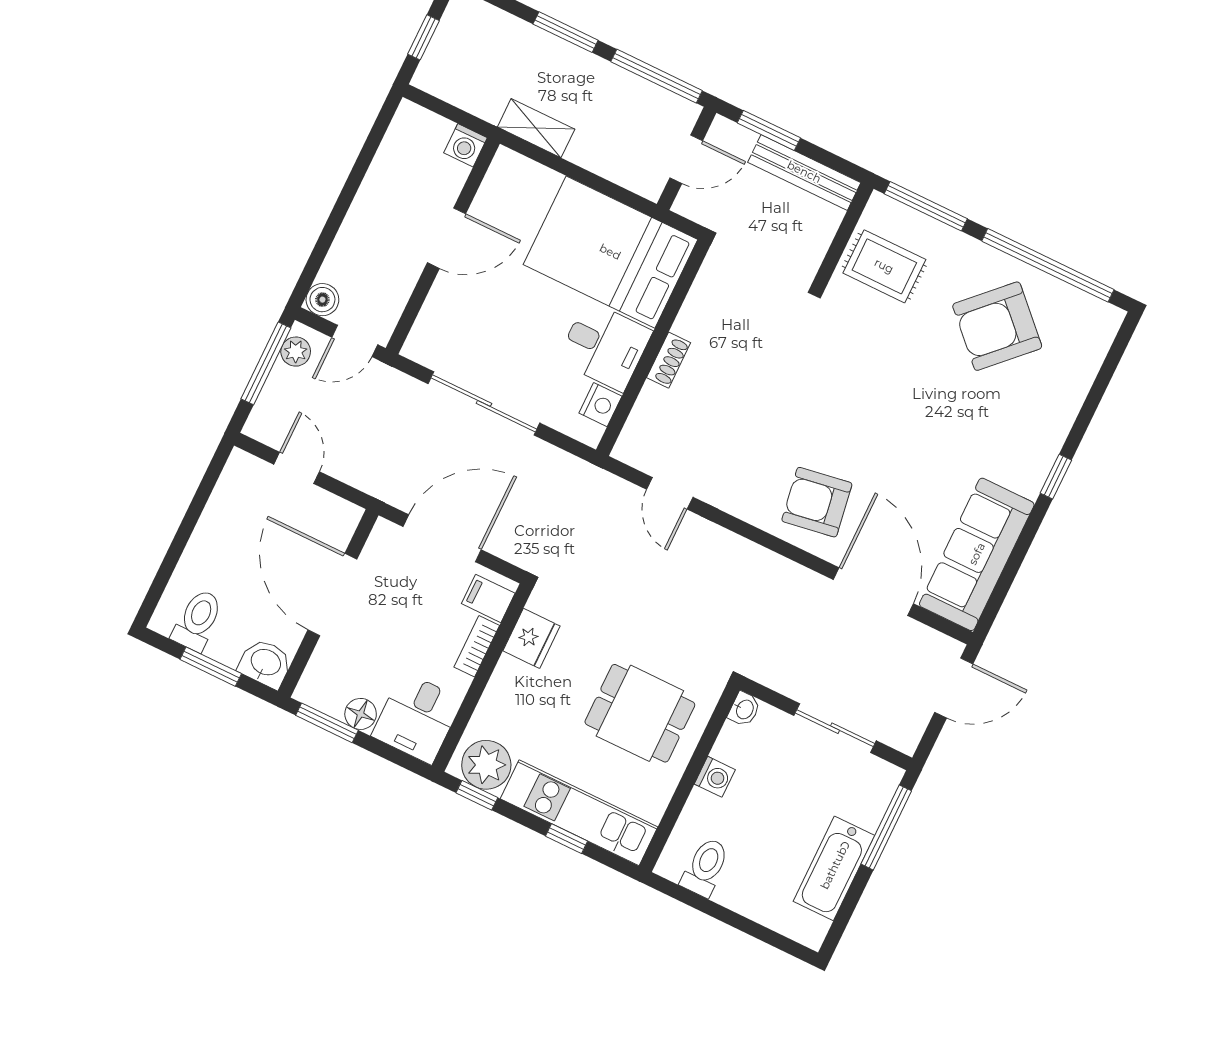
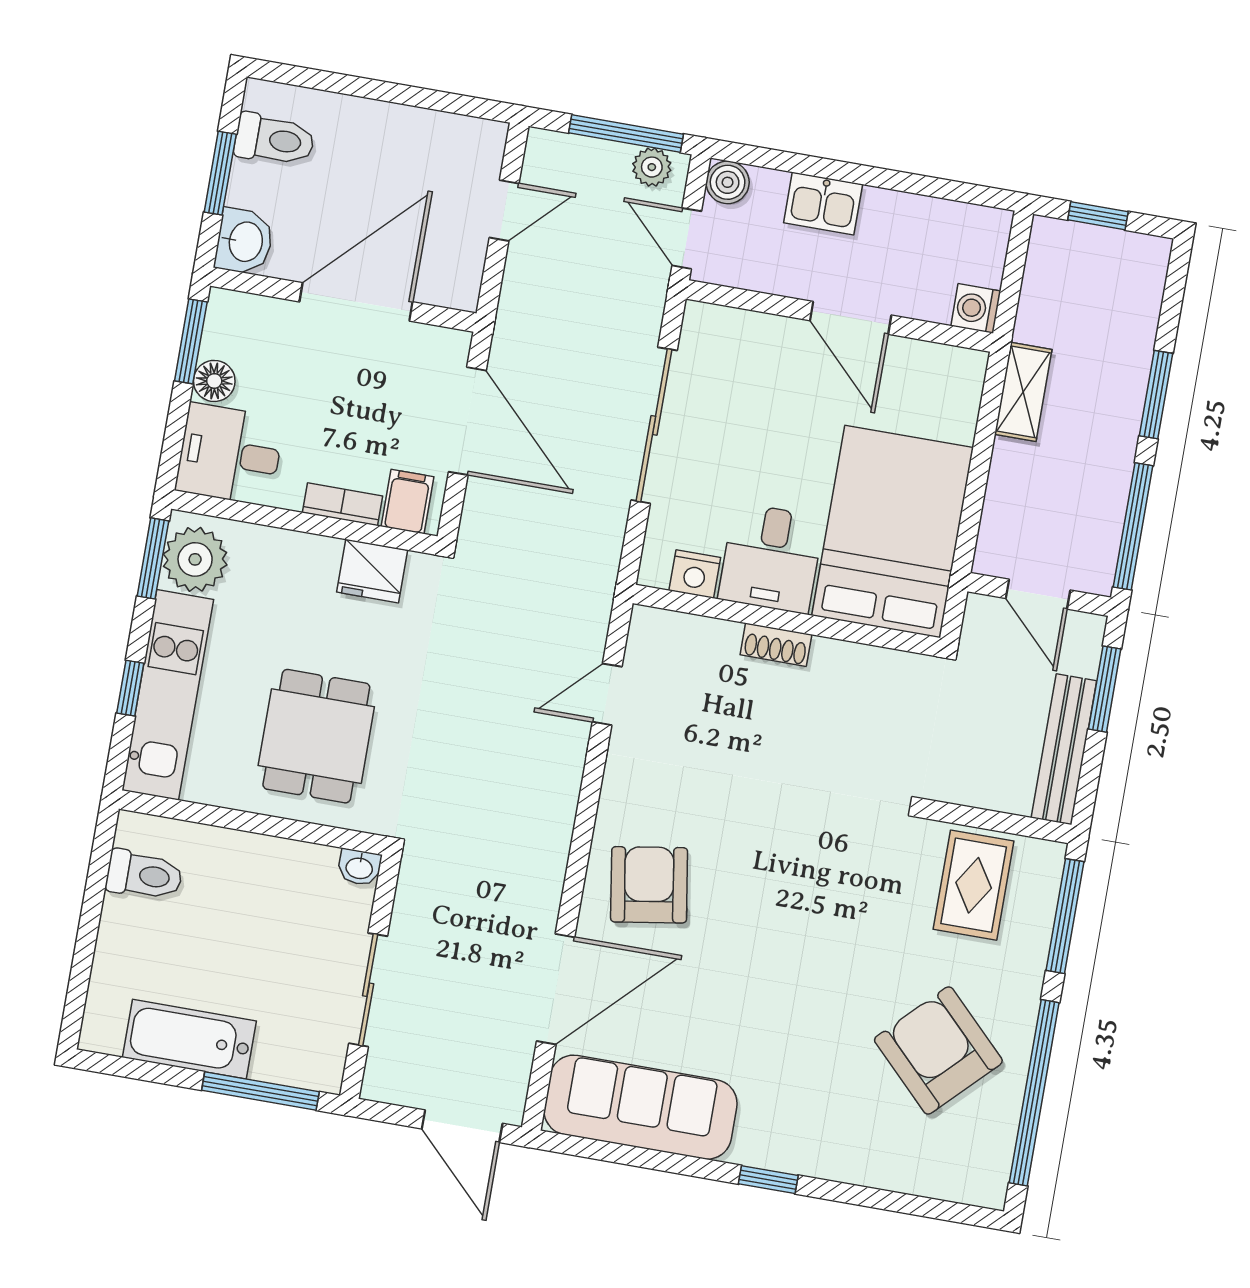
kitchen sink: (358, 235) -> (823, 203), added
washing machine: (715, 777) -> (263, 854), removed
window: (477, 795) -> (153, 558), width x1.50

